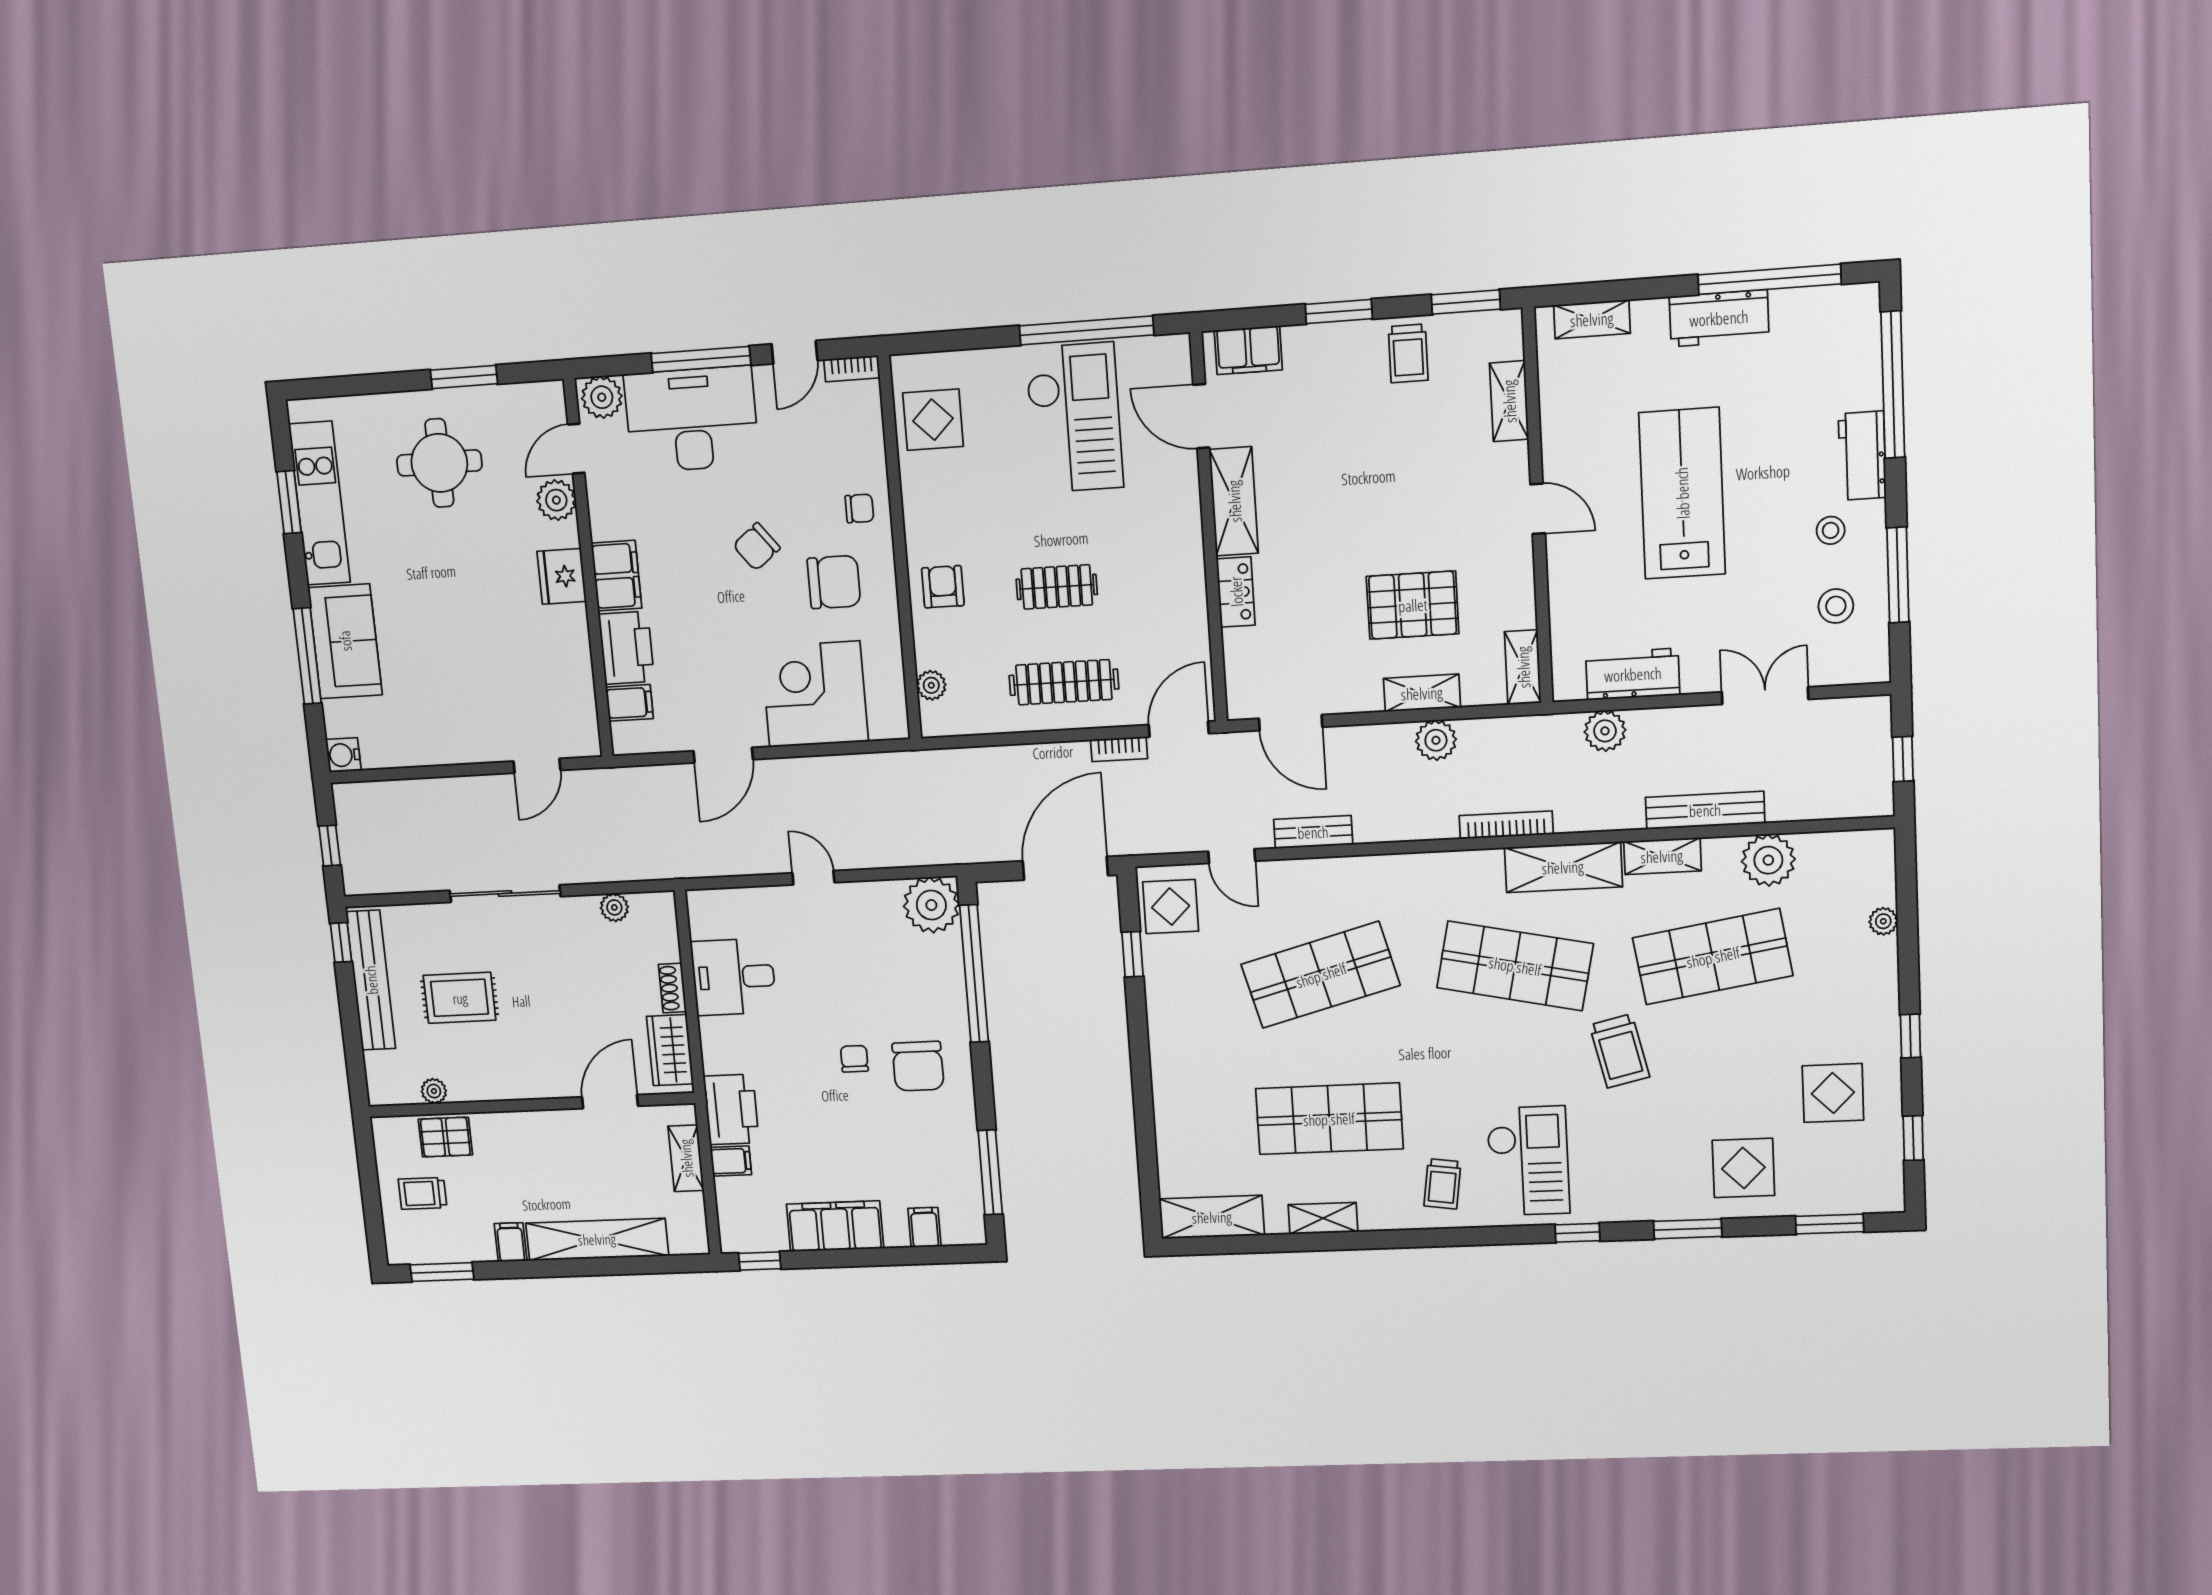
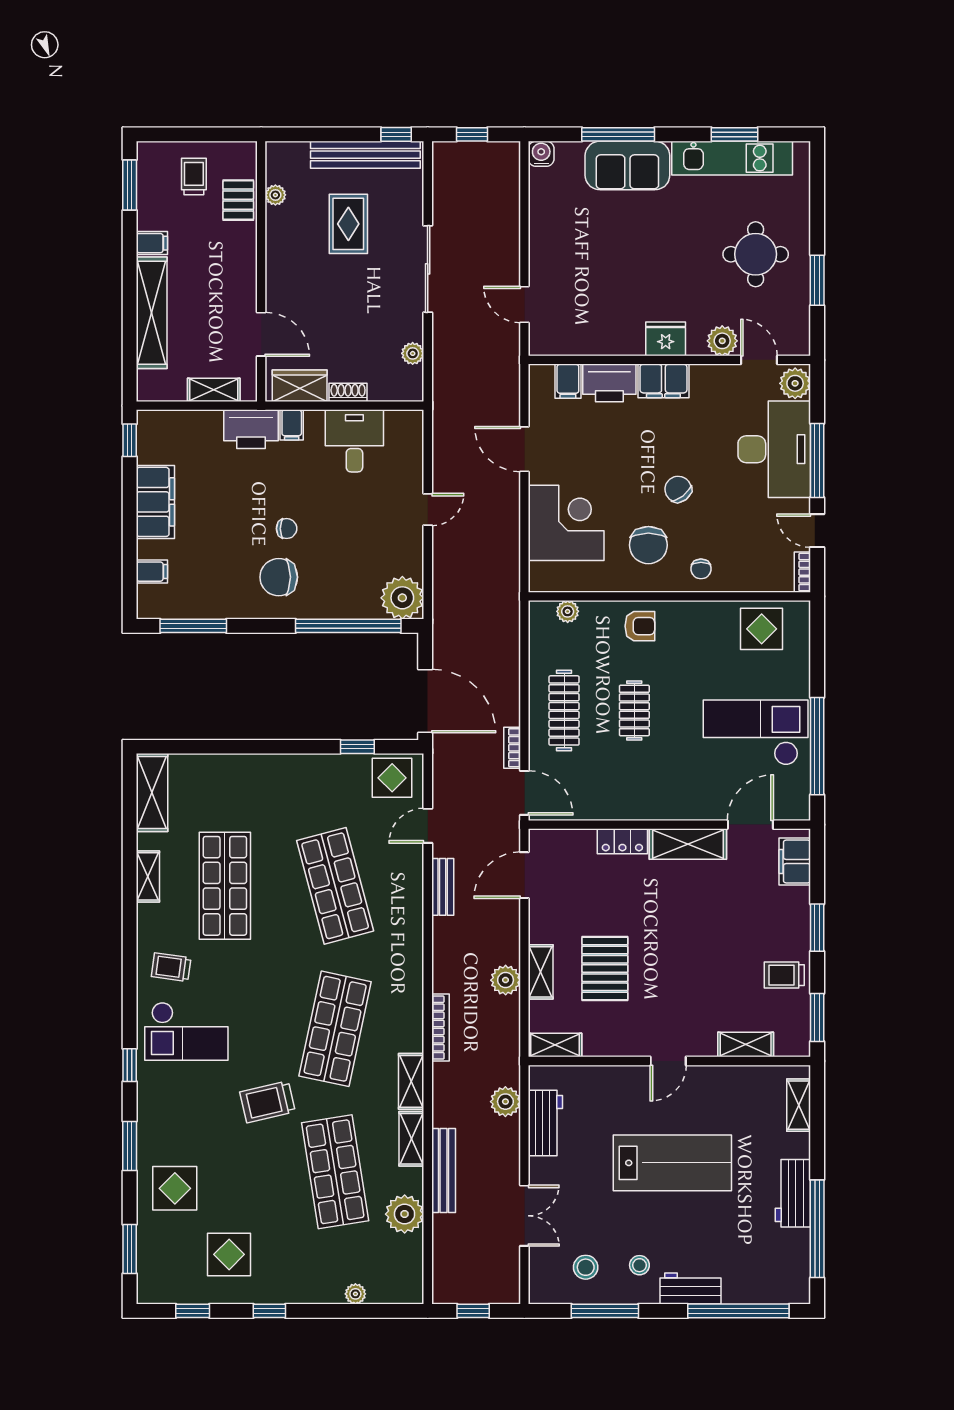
checkout: (1074, 418) -> (756, 732), turned 180
shelving: (1563, 867) -> (411, 1081), width x0.67, depth x0.75
filing cabinet: (731, 1161) -> (292, 425), moved

